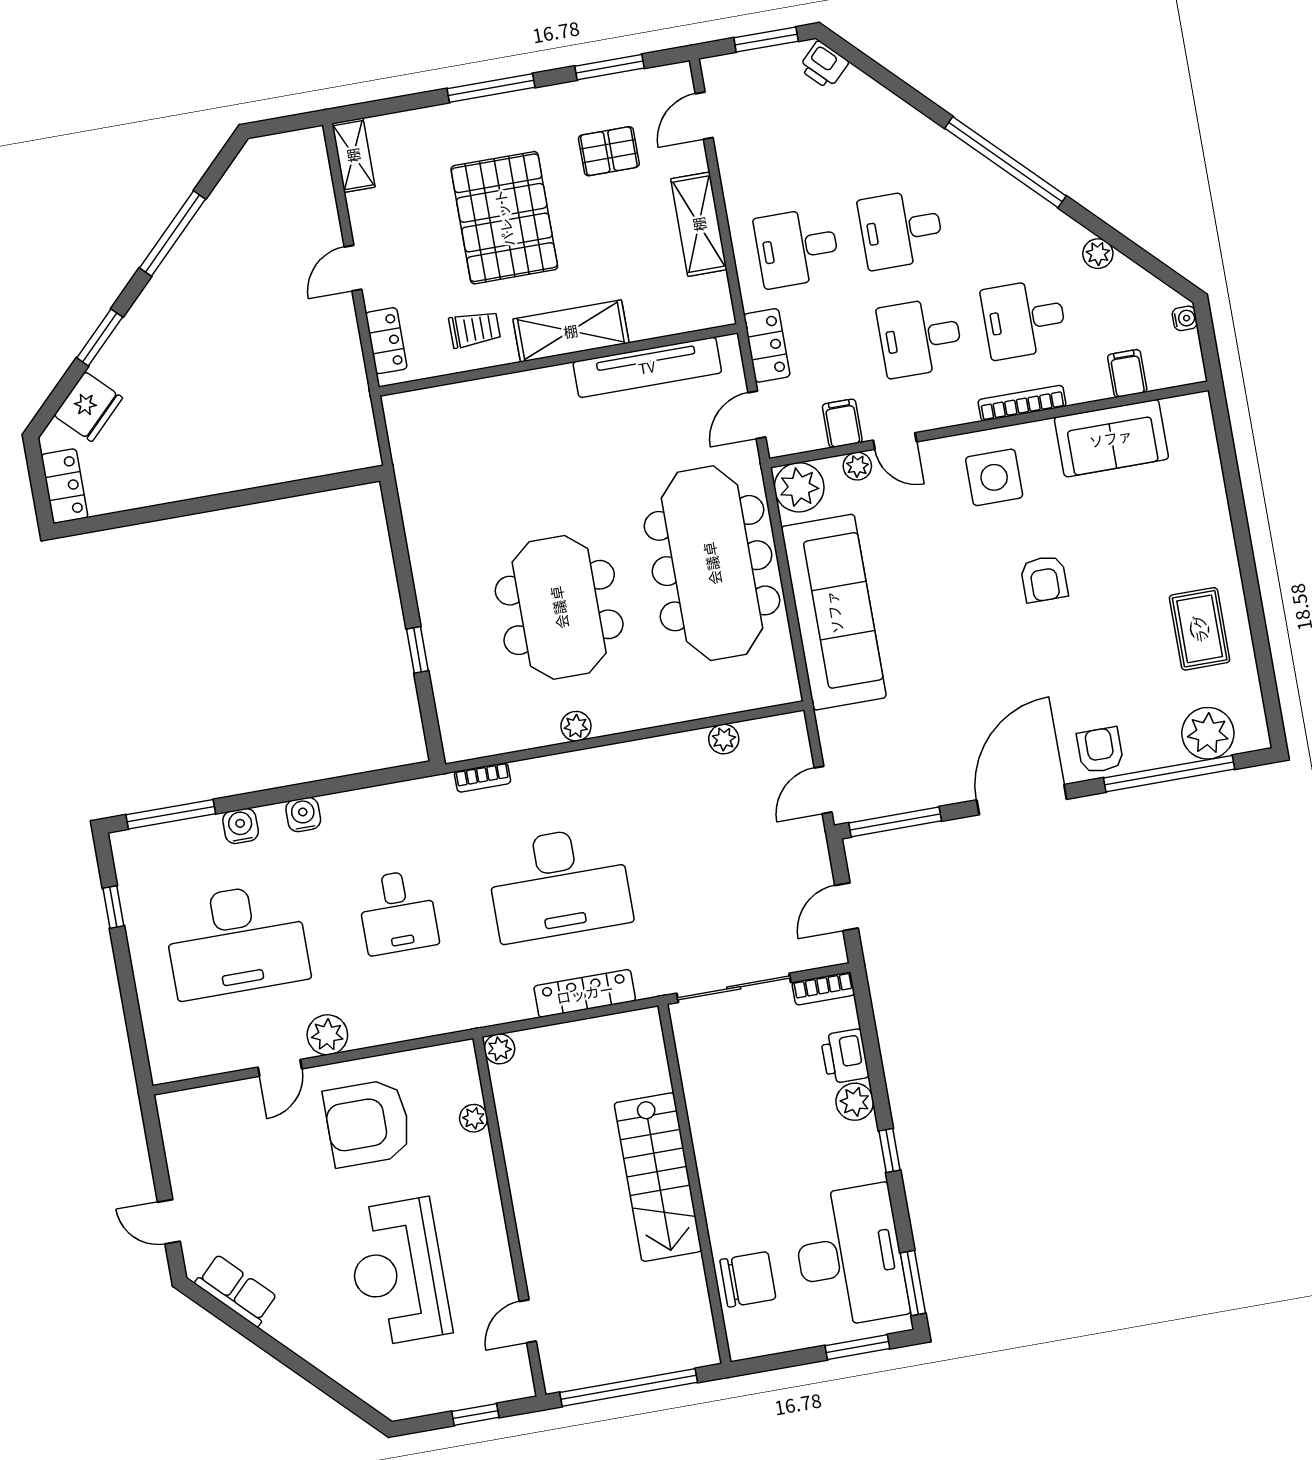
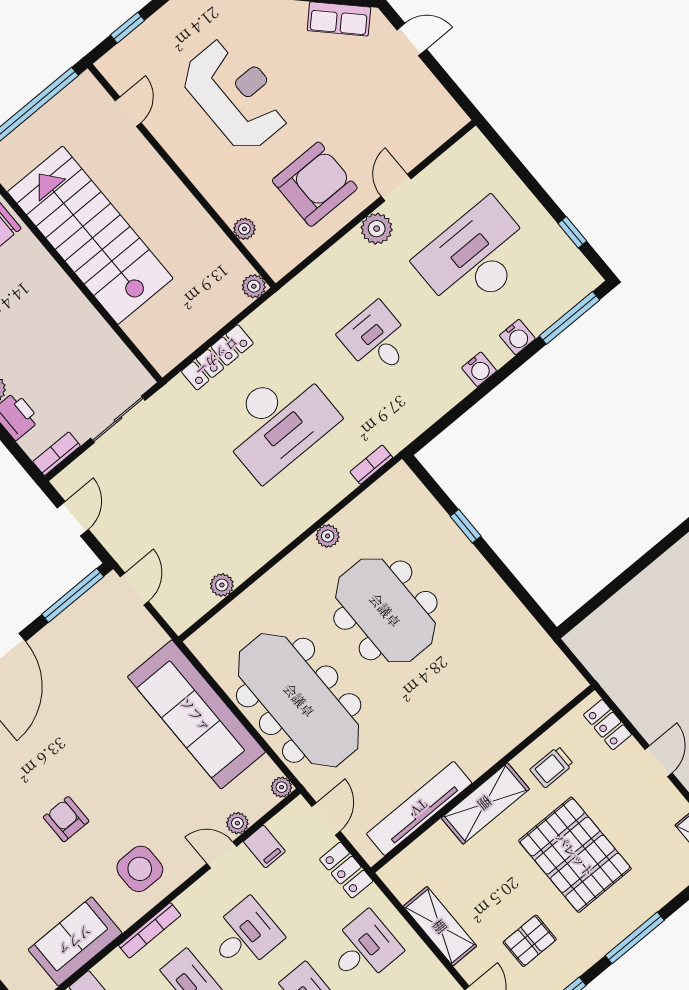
plant: (799, 487) -> (282, 787), width x0.53, depth x0.53
desk: (559, 884) -> (278, 422), turned 180
sliding door: (734, 988) -> (118, 419), width x0.73
stairs: (658, 1177) -> (90, 235), width x1.36, depth x1.51

